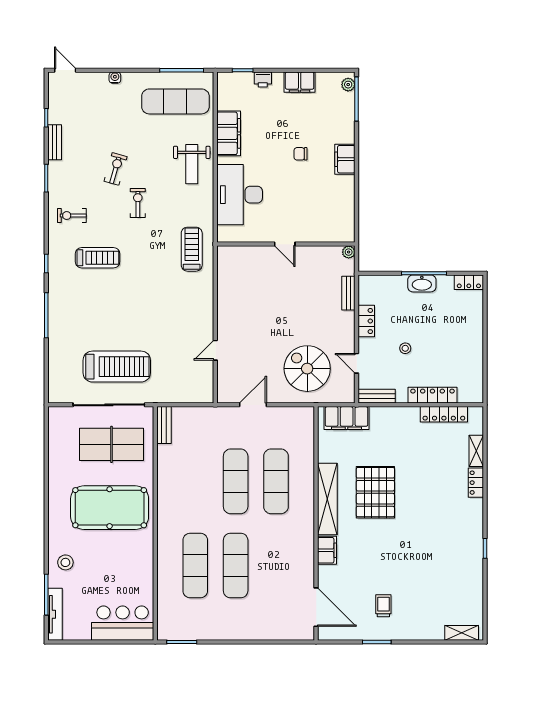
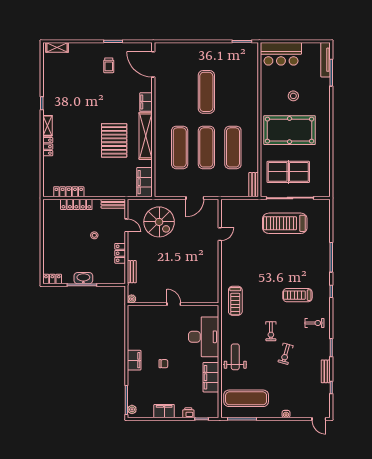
filing cabinet: (347, 418) -> (145, 182), moved, turned -90
shelving: (476, 451) -> (47, 126), moved
stool: (65, 562) -> (293, 96), moved
exercise mat: (195, 566) -> (233, 147), moved

